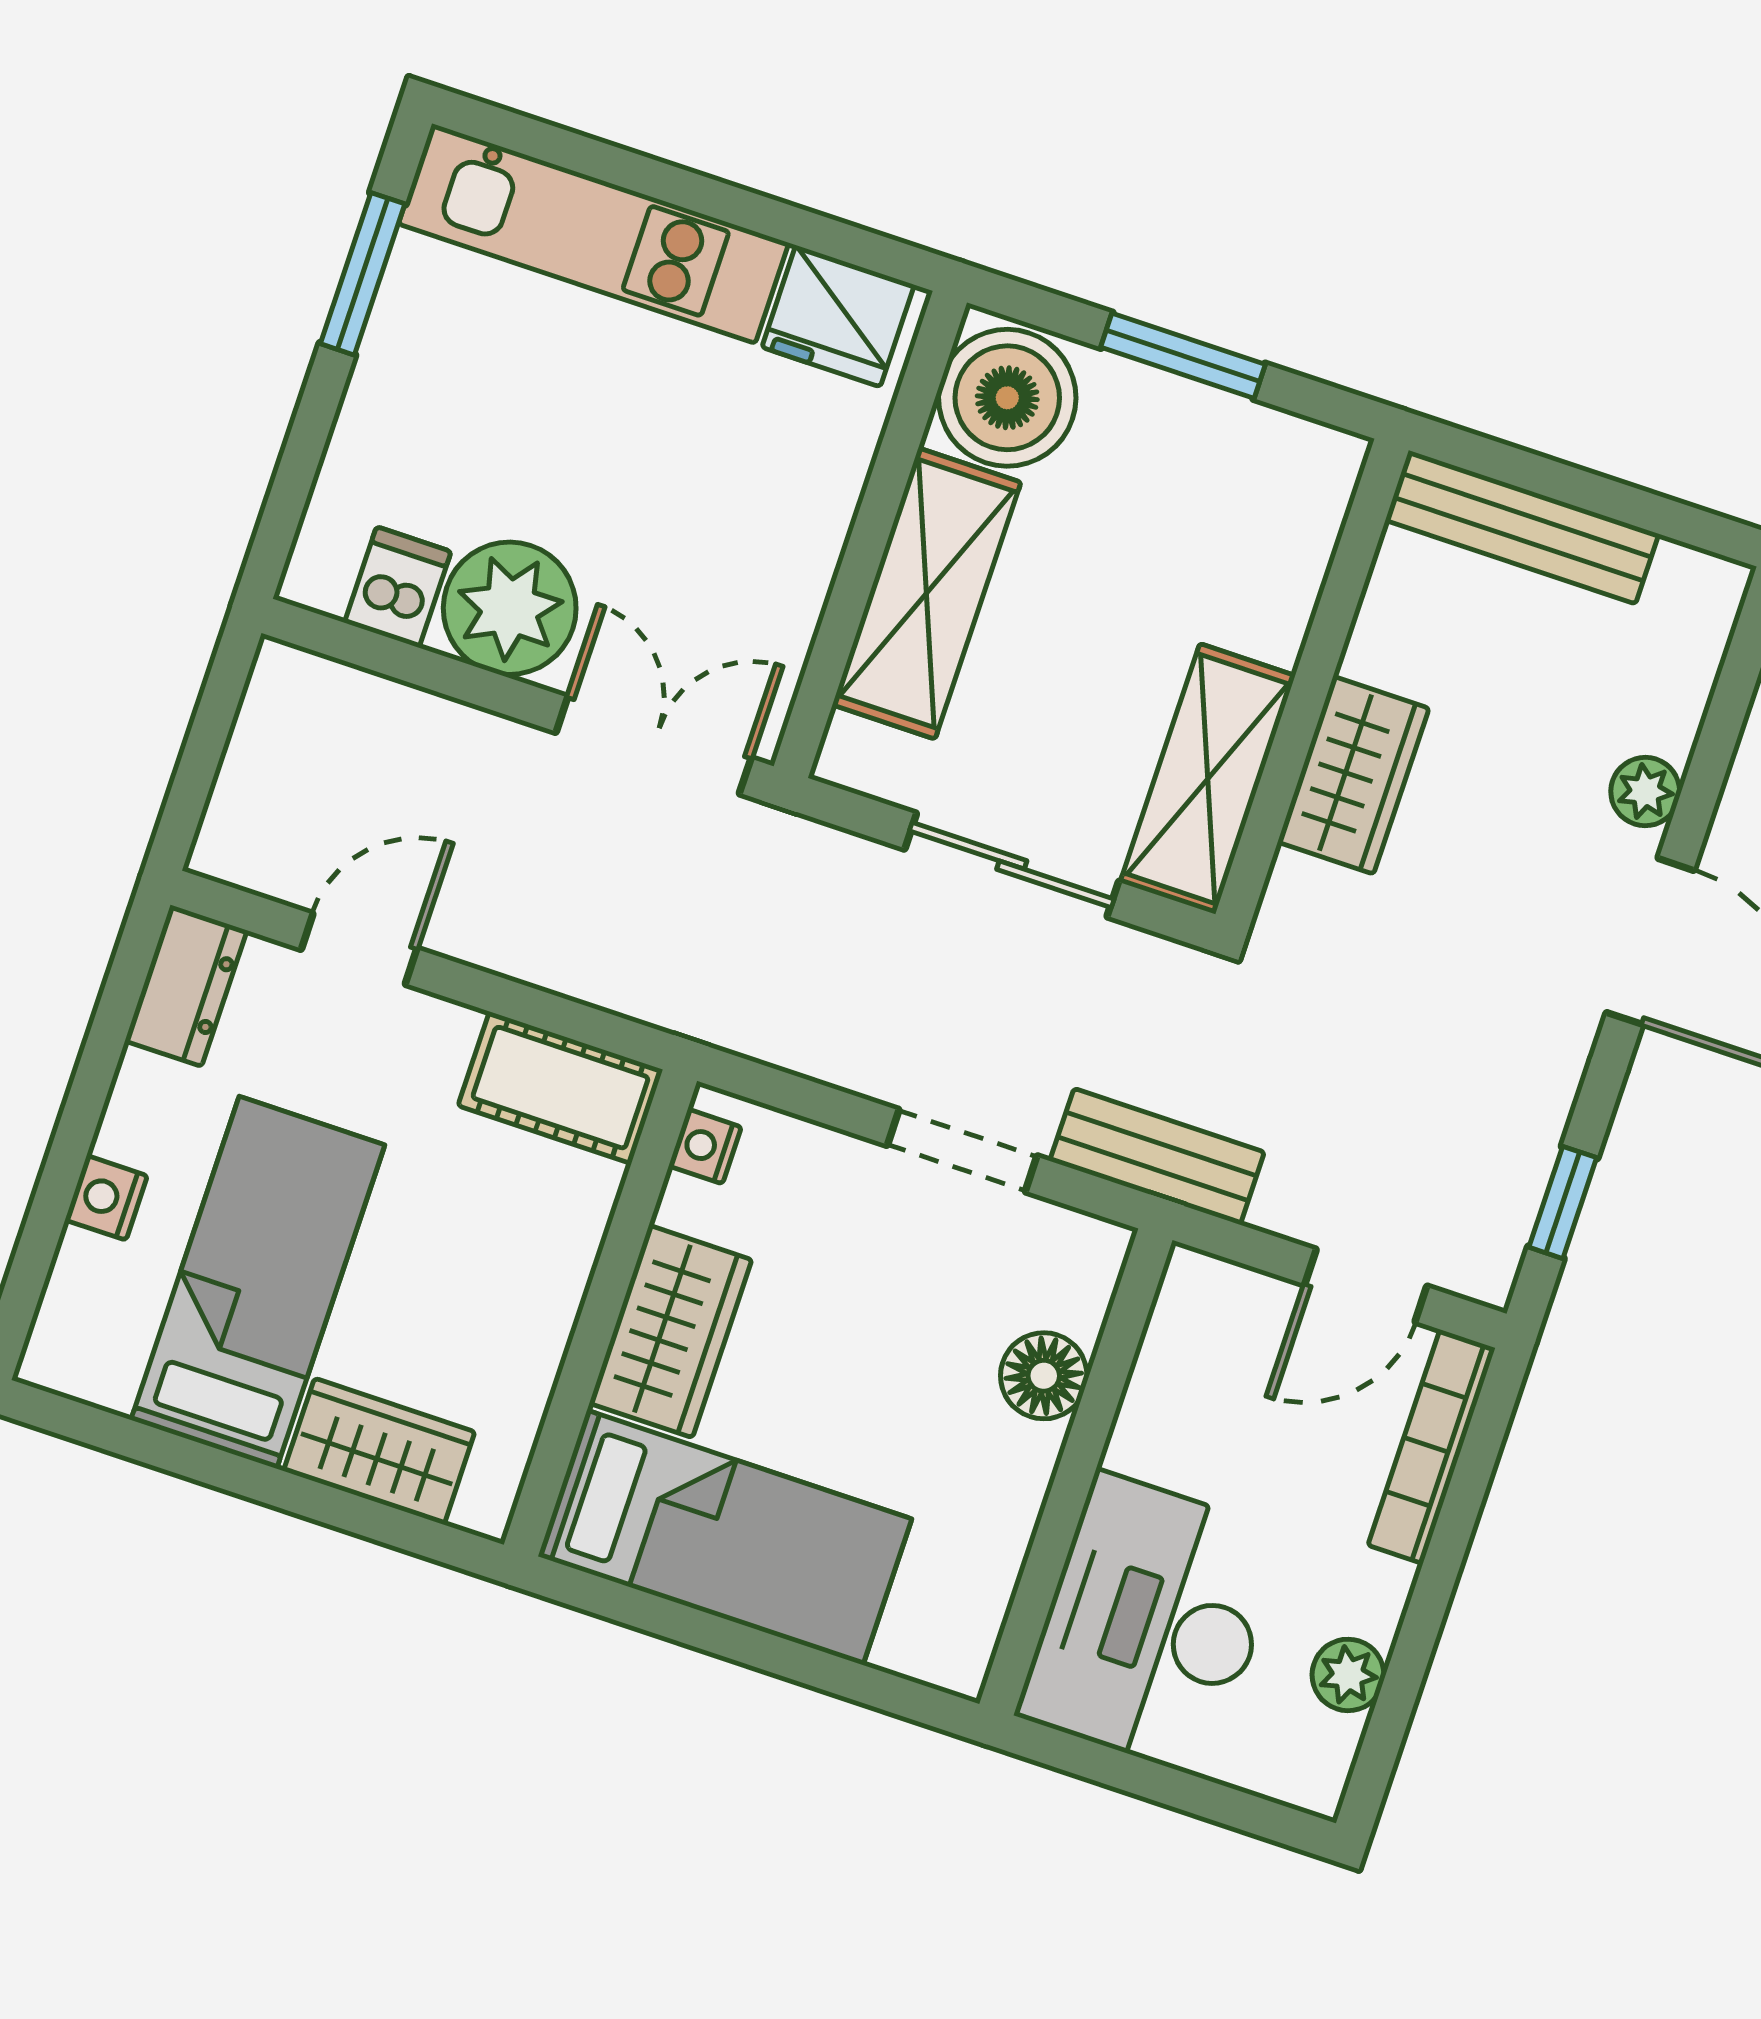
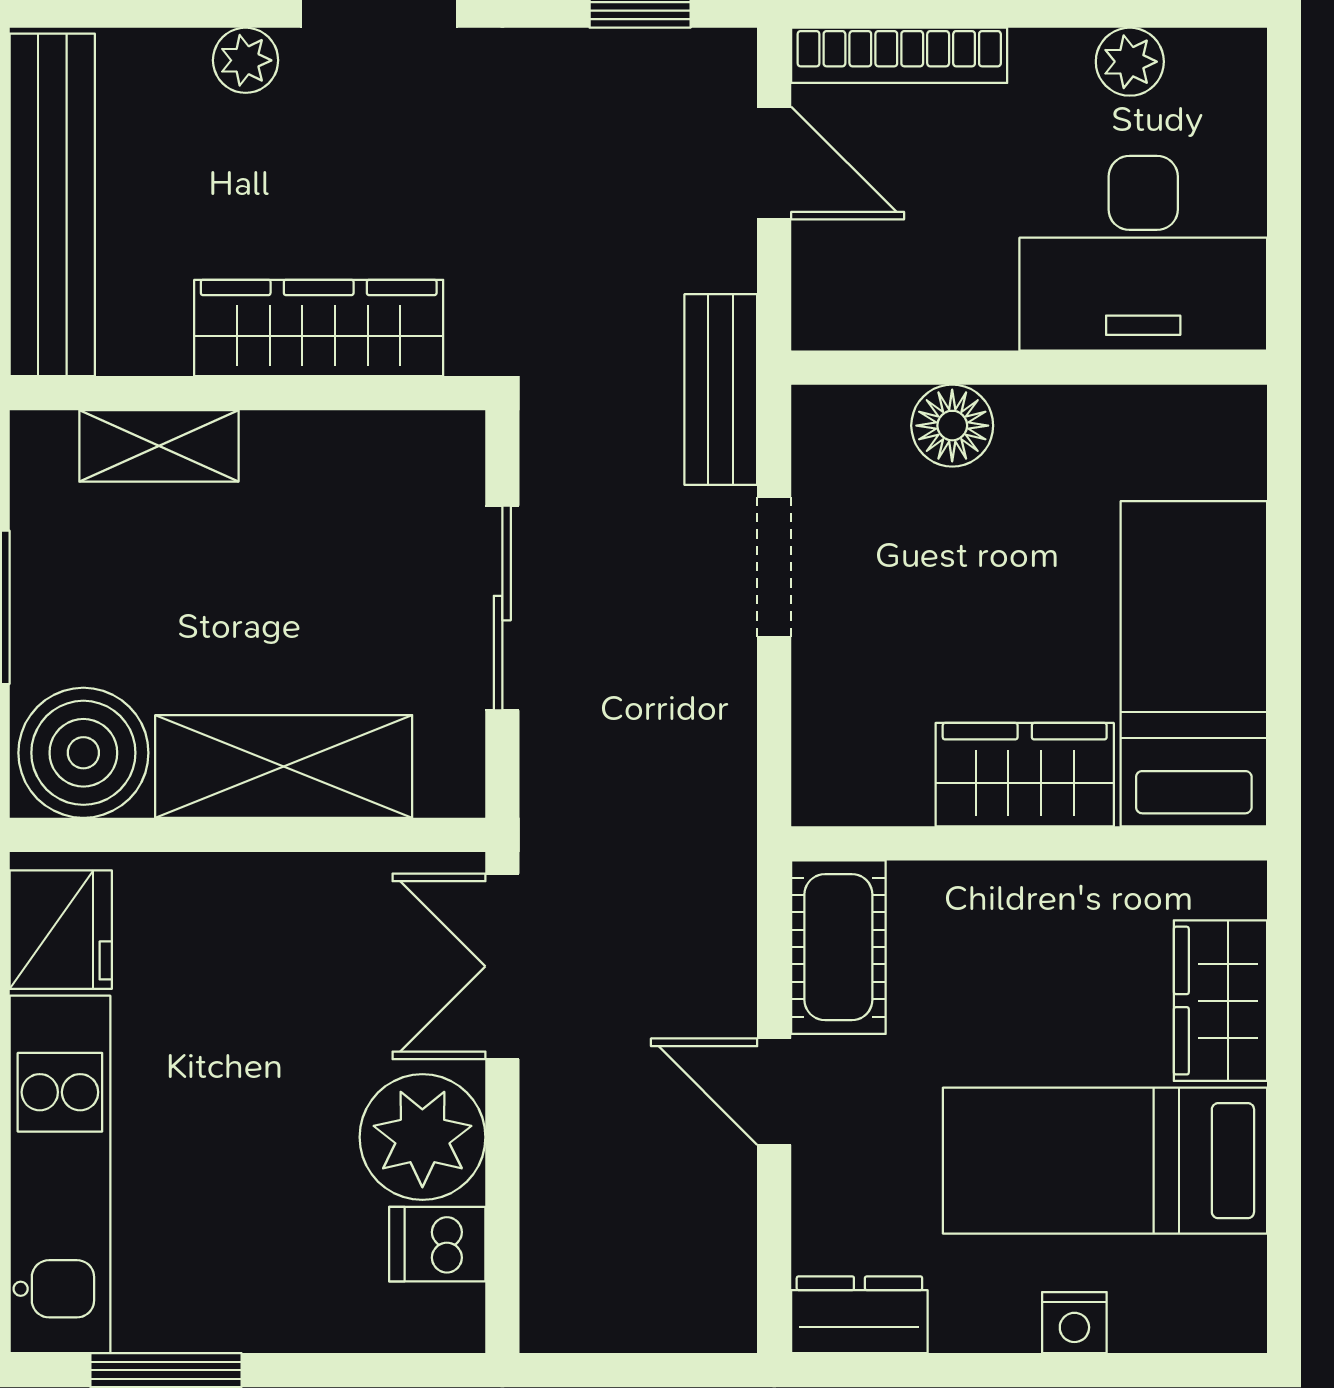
bench: (1522, 527) -> (52, 205), width x1.37, depth x1.21
wardrobe: (1353, 775) -> (319, 328), width x1.50
shelving: (1208, 779) -> (159, 446), moved, width x0.67, depth x0.75
door: (359, 949) -> (774, 1092), moved
nightstand: (705, 1146) -> (848, 799), removed

